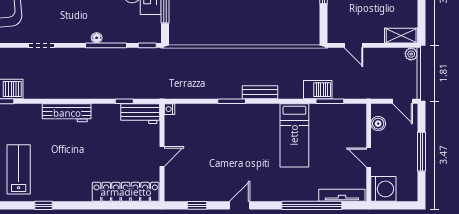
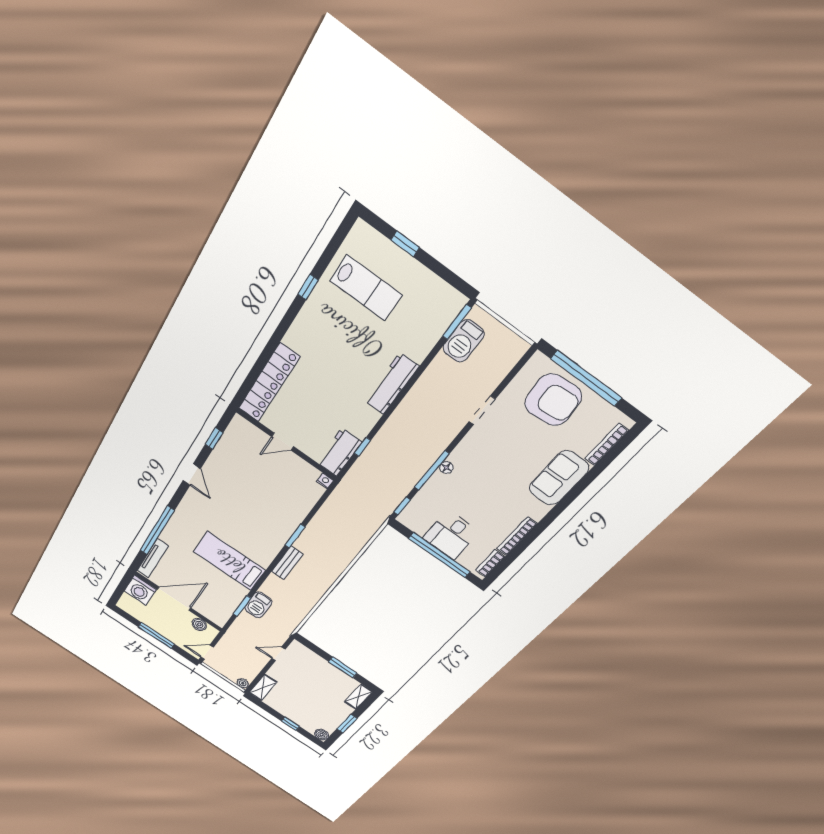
door: (162, 157) -> (283, 442), hinge flipped
door: (369, 158) -> (174, 599), width x1.87

